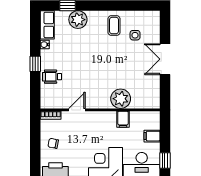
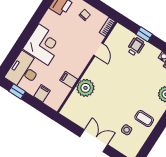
window: (35, 64) -> (144, 34), moved

